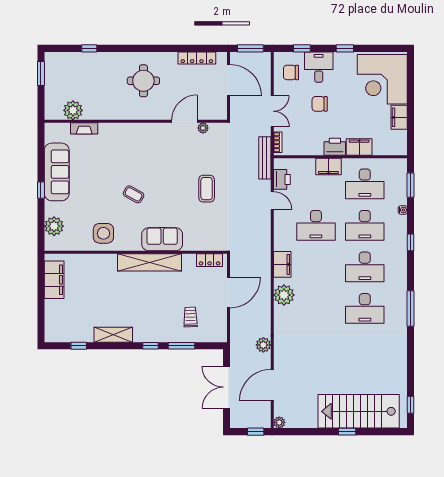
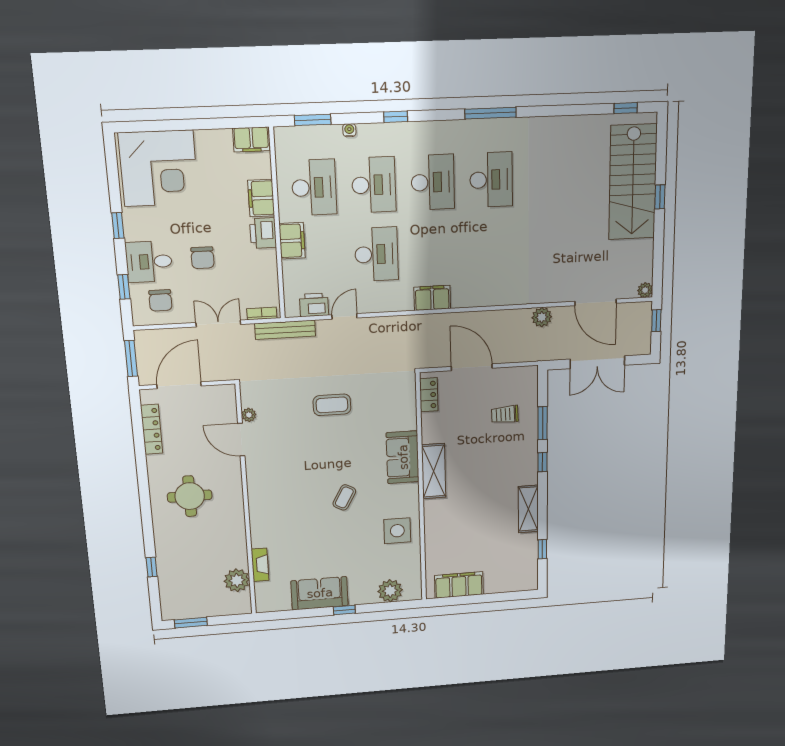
filing cabinet: (399, 117) -> (251, 139), moved
sofa: (57, 172) -> (320, 593), width x0.73
shelving: (149, 262) -> (434, 471), width x0.68
plant: (284, 295) -> (474, 293), removed

